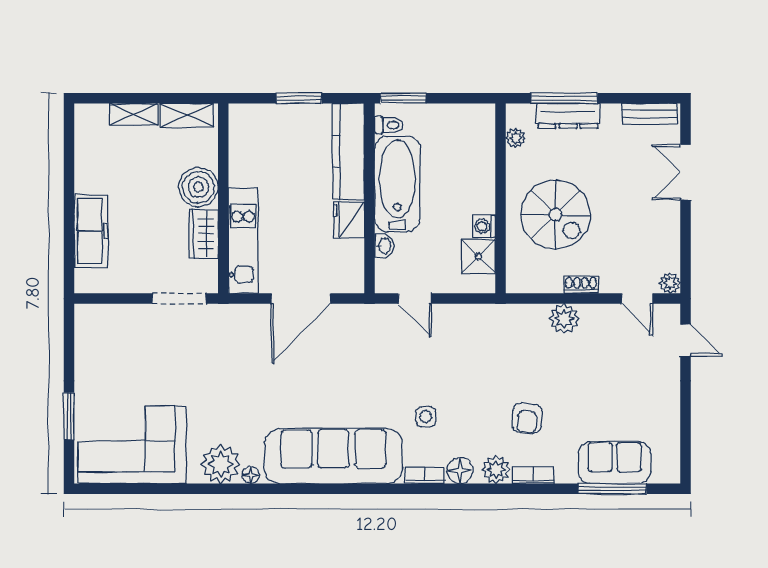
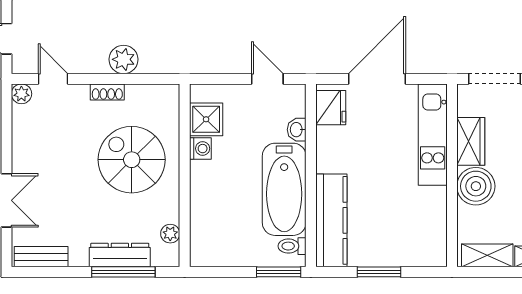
fridge: (349, 220) -> (331, 108), moved

